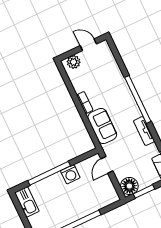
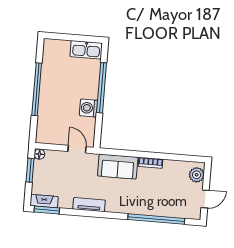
window: (138, 99) -> (156, 219), moved
floor lamp: (129, 186) -> (39, 154), width x0.53, depth x0.53

